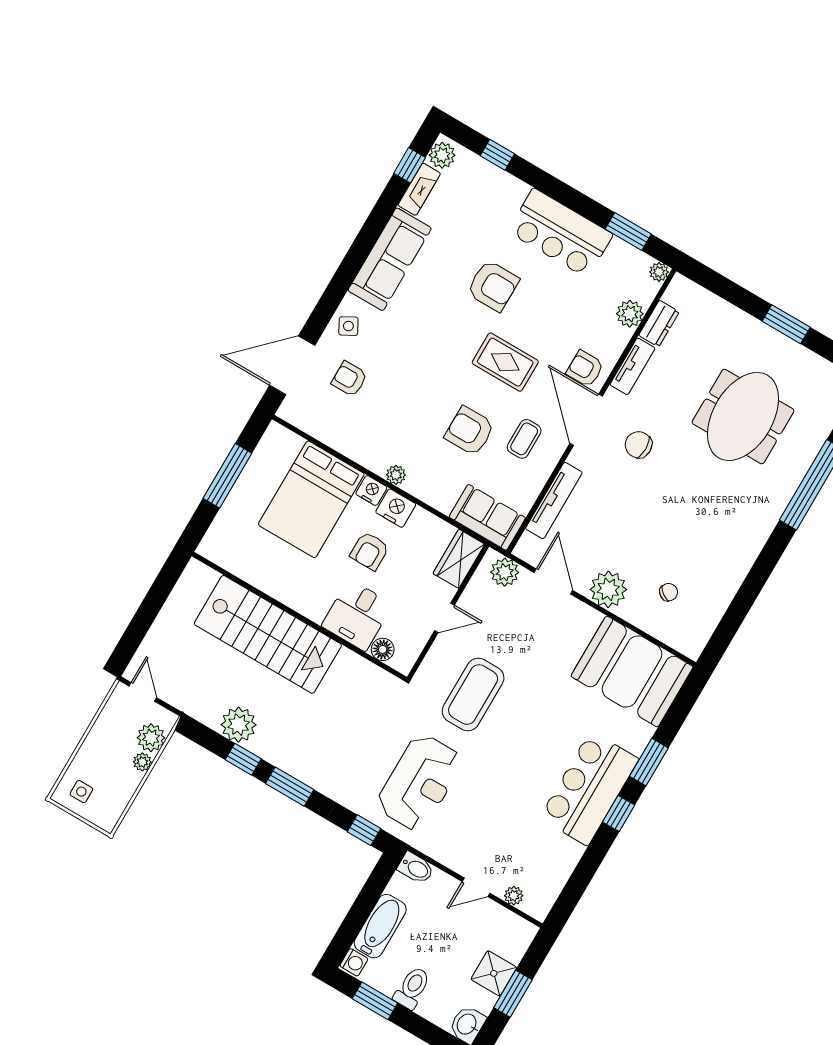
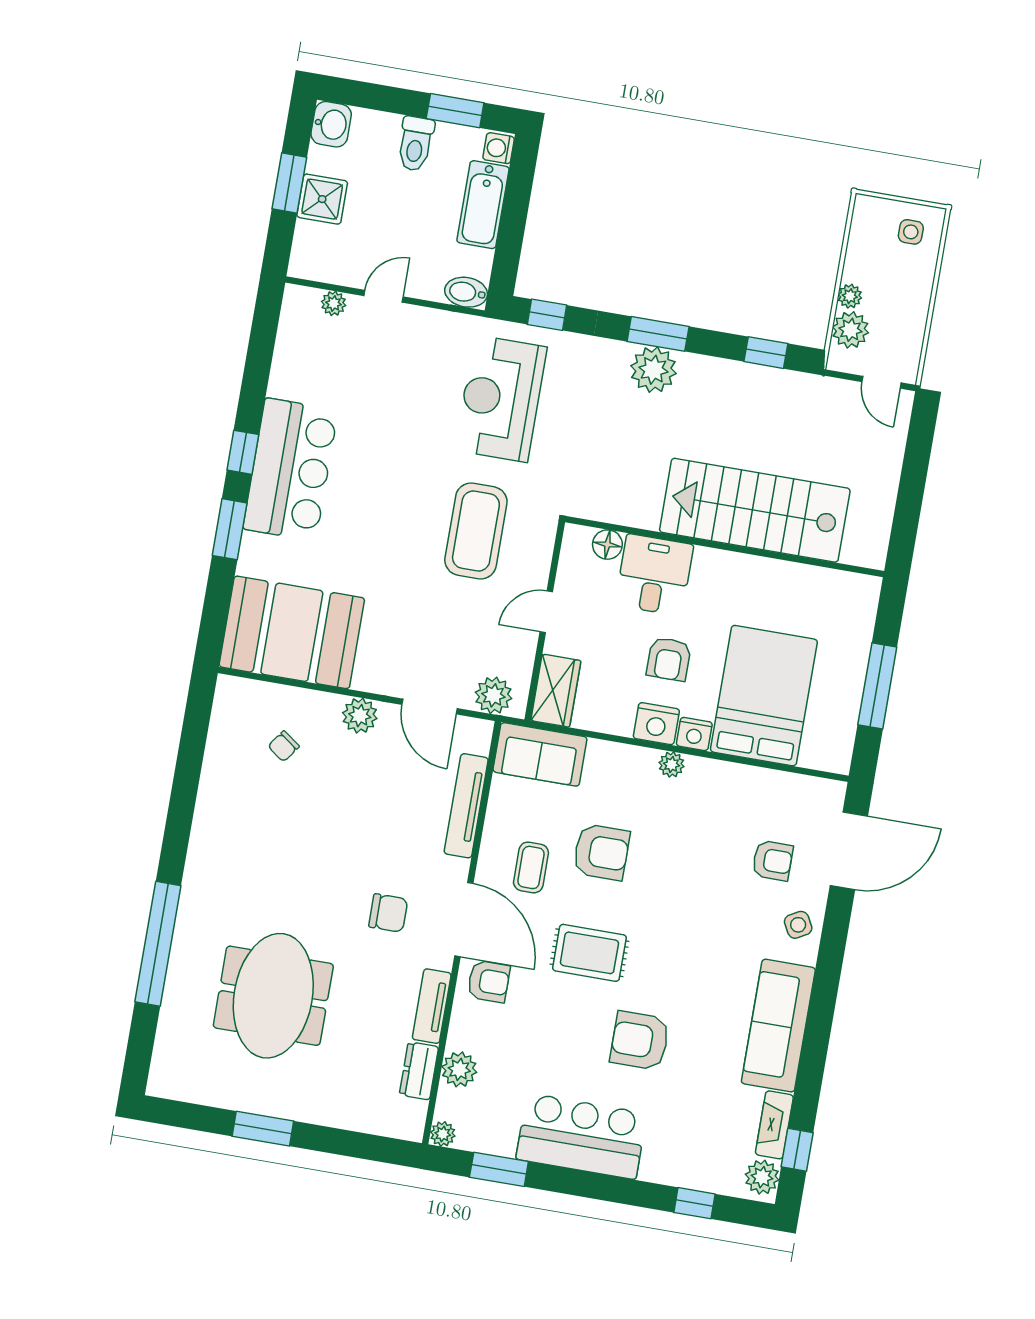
armchair: (370, 551) -> (669, 659), turned 180
plant: (608, 589) -> (360, 716), width x0.73, depth x0.73
plant: (239, 725) -> (653, 370), moved
window: (243, 759) -> (766, 353), moved

